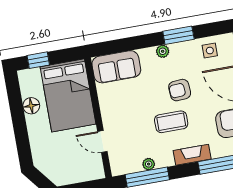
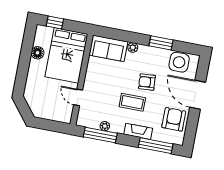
plant: (163, 51) -> (133, 47), moved
side table: (210, 51) -> (179, 62), width x1.87, depth x1.87

